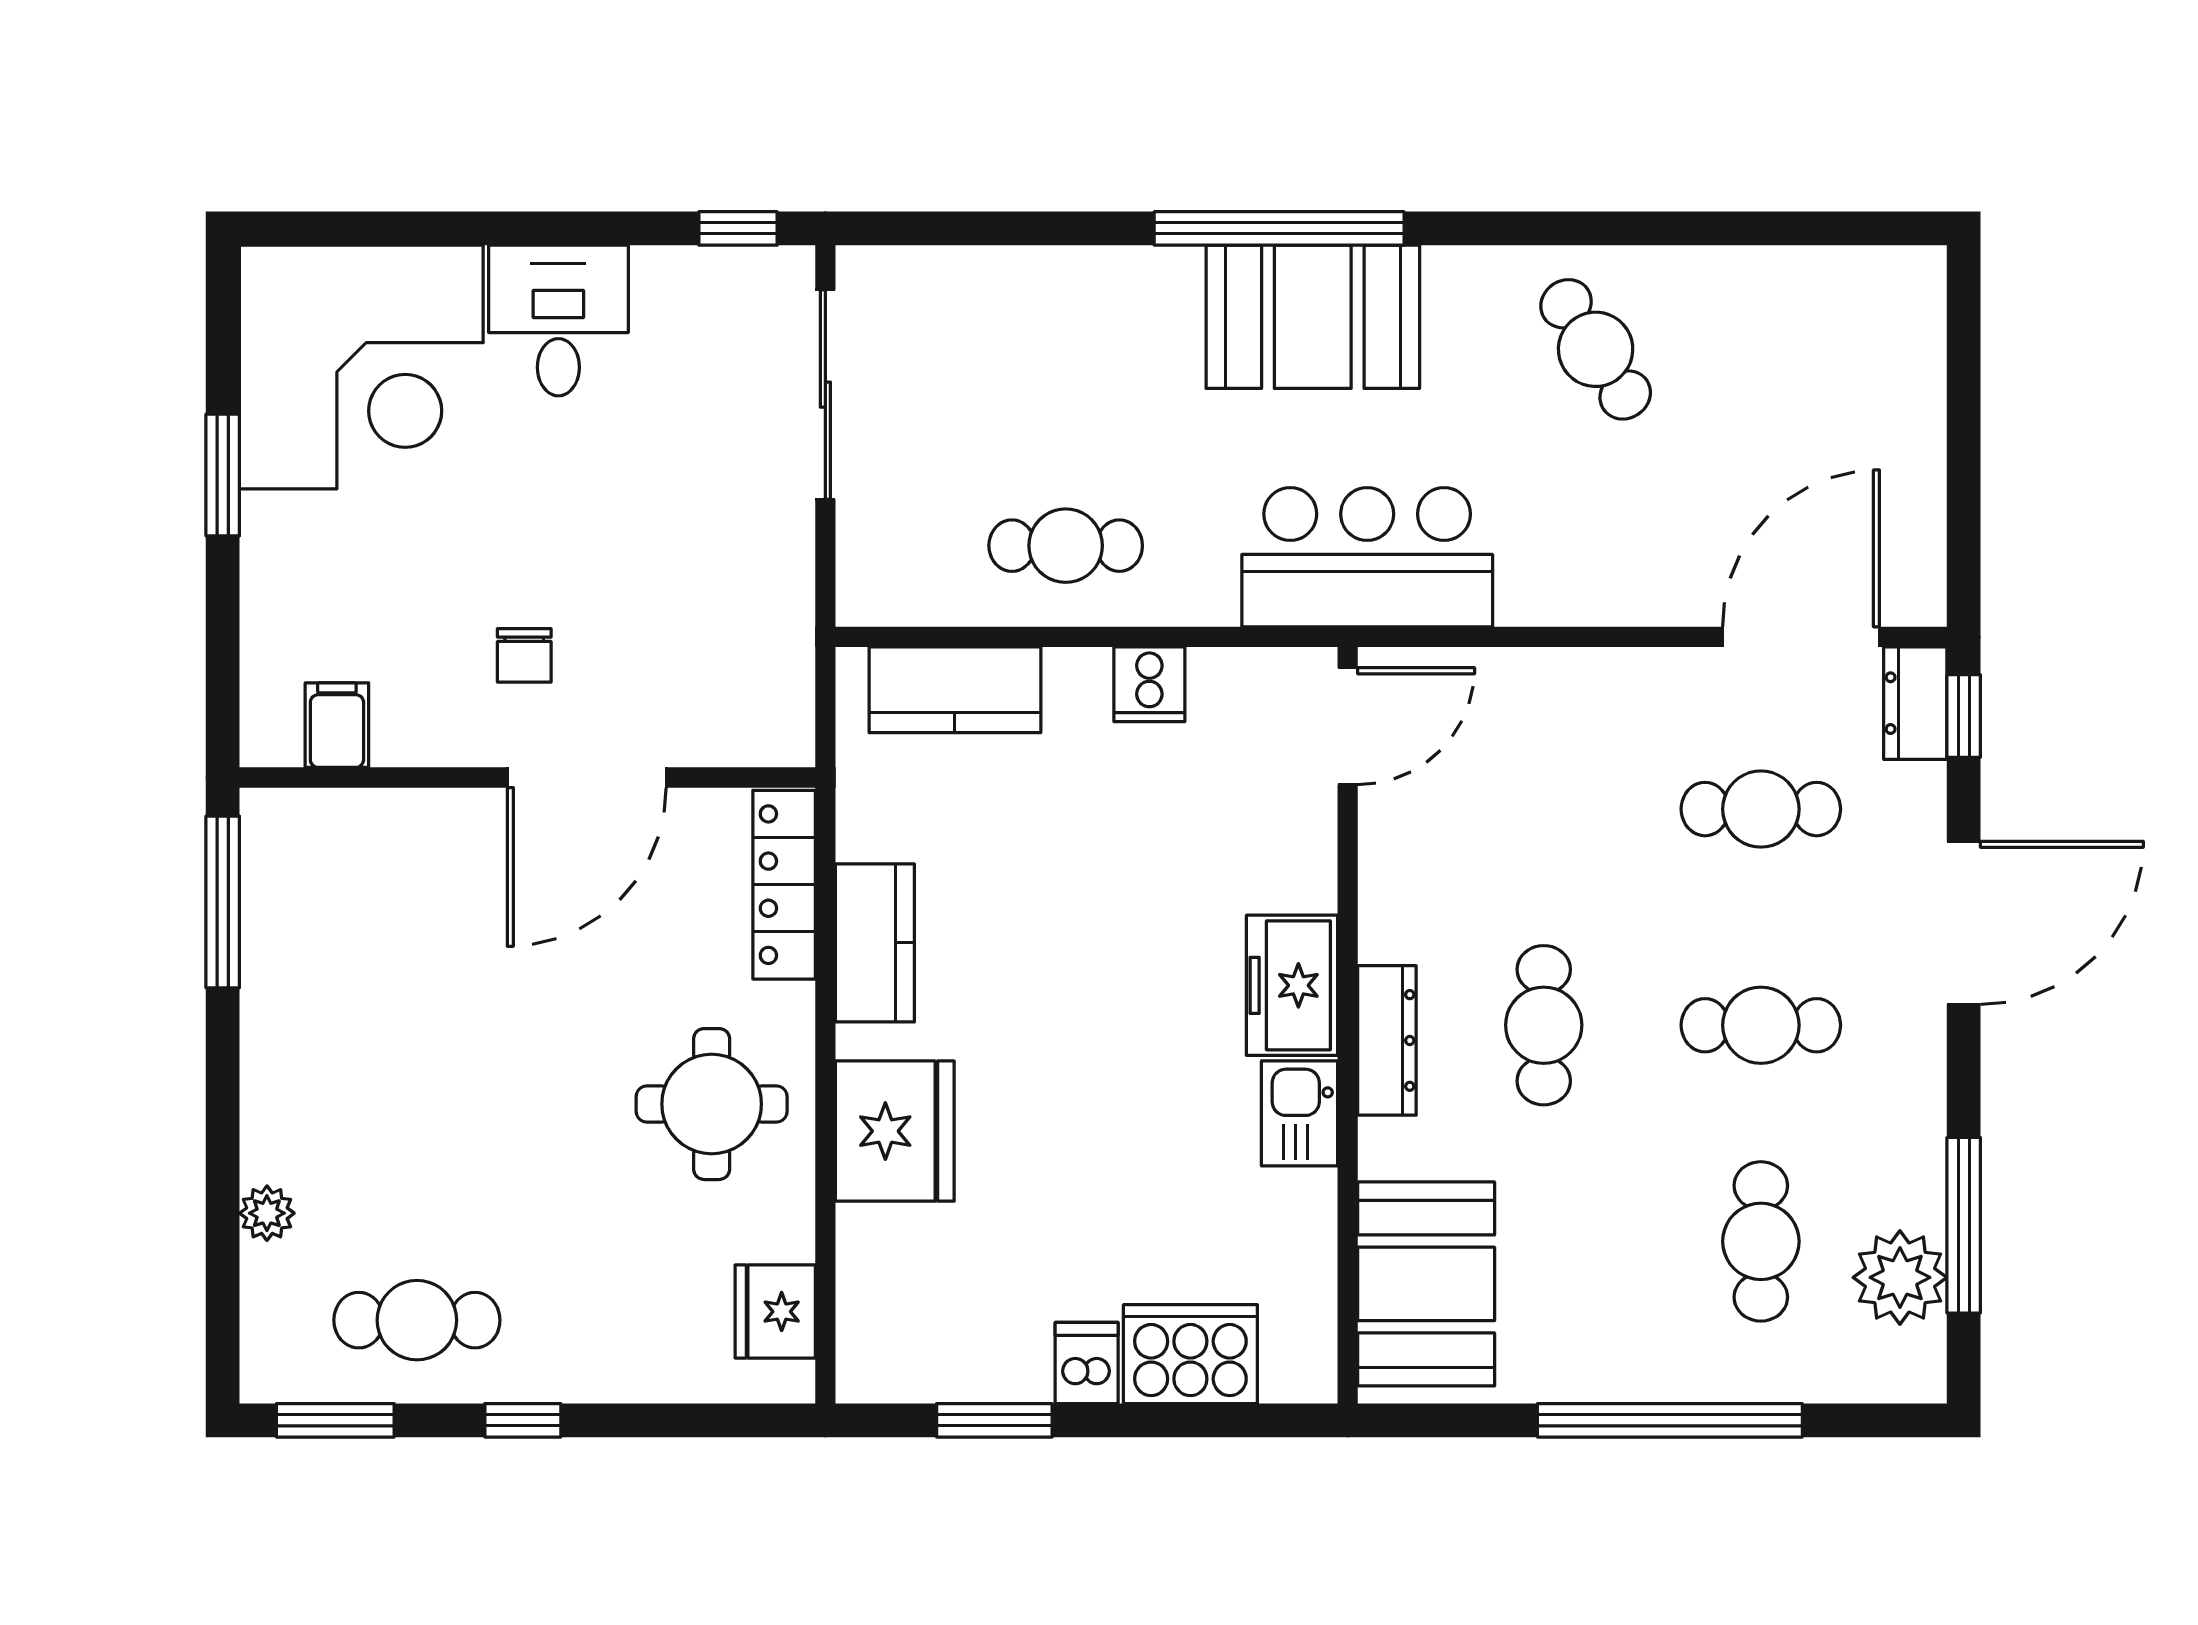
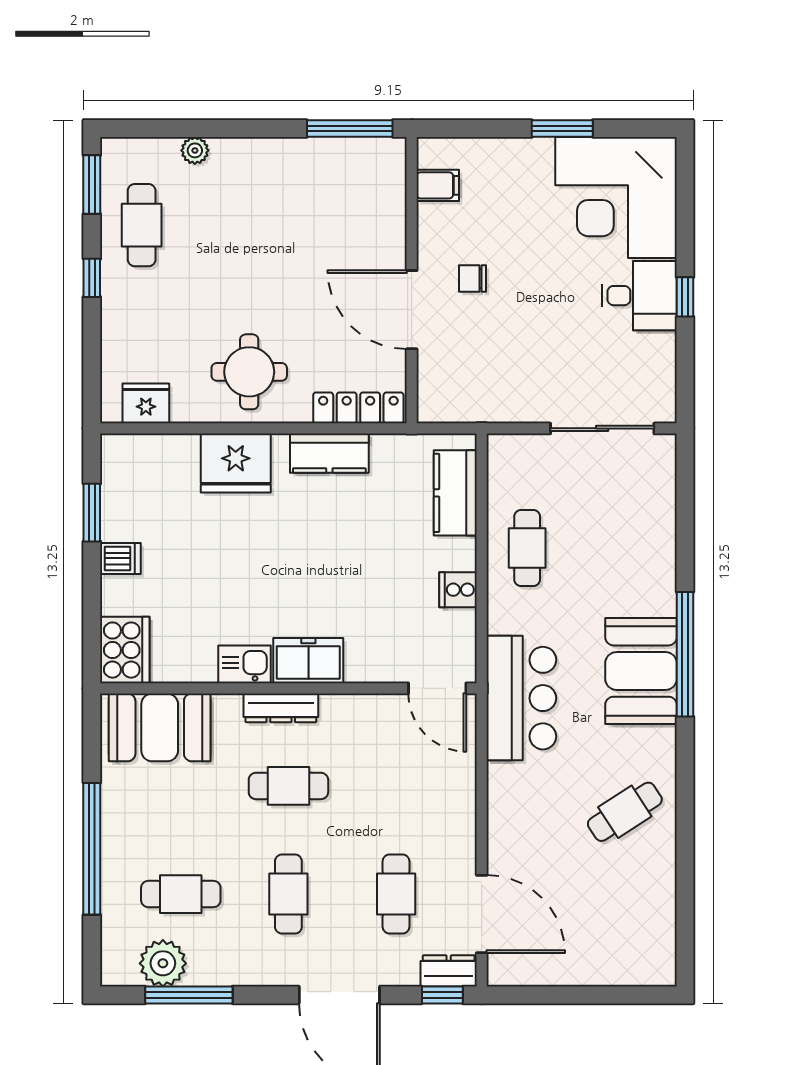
window: (738, 228) -> (685, 297), moved
cooker: (1190, 1354) -> (125, 650), moved

